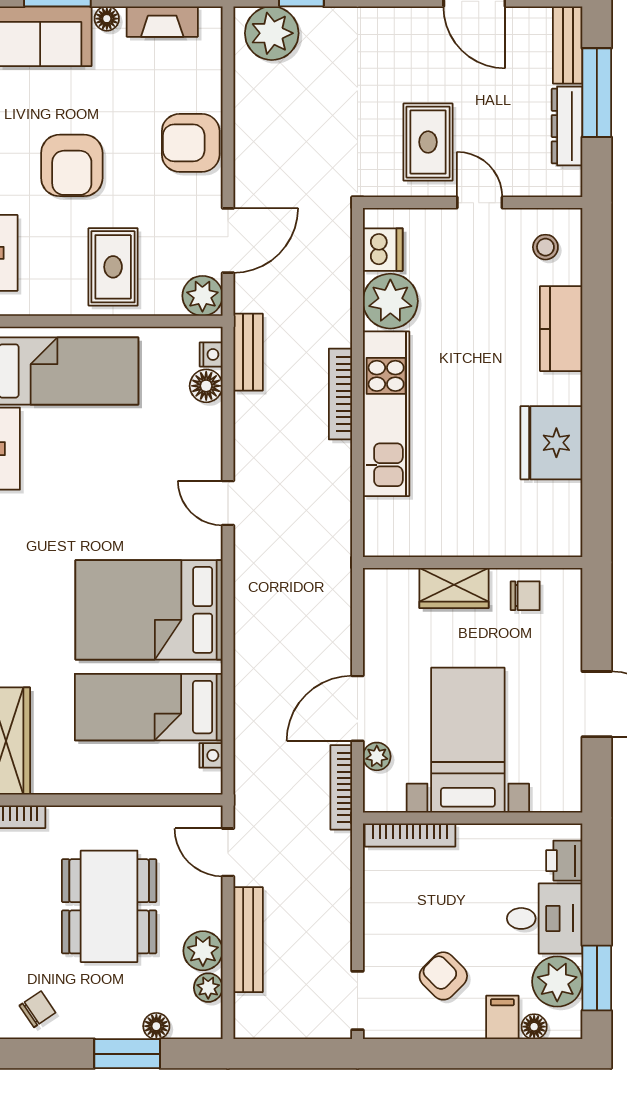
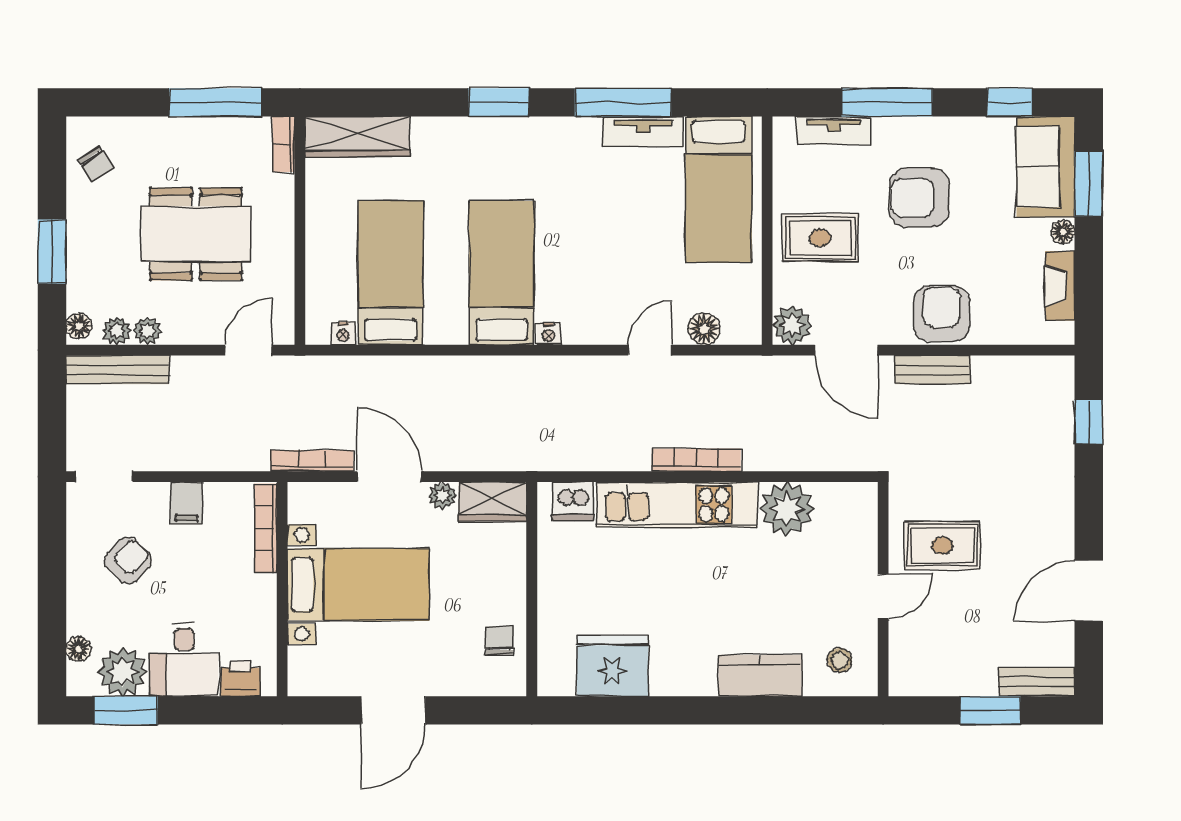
plant: (272, 33) -> (1049, 393), removed
window: (597, 93) -> (991, 710), width x0.69
dresser: (567, 126) -> (958, 681), removed
dishwasher: (383, 250) -> (573, 501), moved
bench: (248, 352) -> (933, 370), moved
nightstand: (211, 354) -> (549, 334), moved
fridge: (551, 443) -> (613, 666), moved
door: (228, 503) -> (650, 350), moved
wardrobe: (454, 588) -> (493, 502), moved, turned -90
chair: (525, 596) -> (499, 640), turned 180
bed: (149, 610) -> (502, 273), width x0.67
plant: (377, 756) -> (442, 495), moved
bench: (248, 940) -> (117, 370), moved
plant: (203, 951) -> (147, 331), width x0.73, depth x0.73
filing cabinet: (502, 1017) -> (187, 503), moved, turned 90
floor lamp: (156, 1026) -> (79, 326), moved

